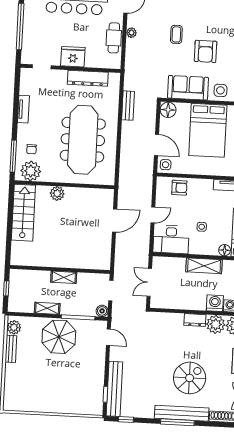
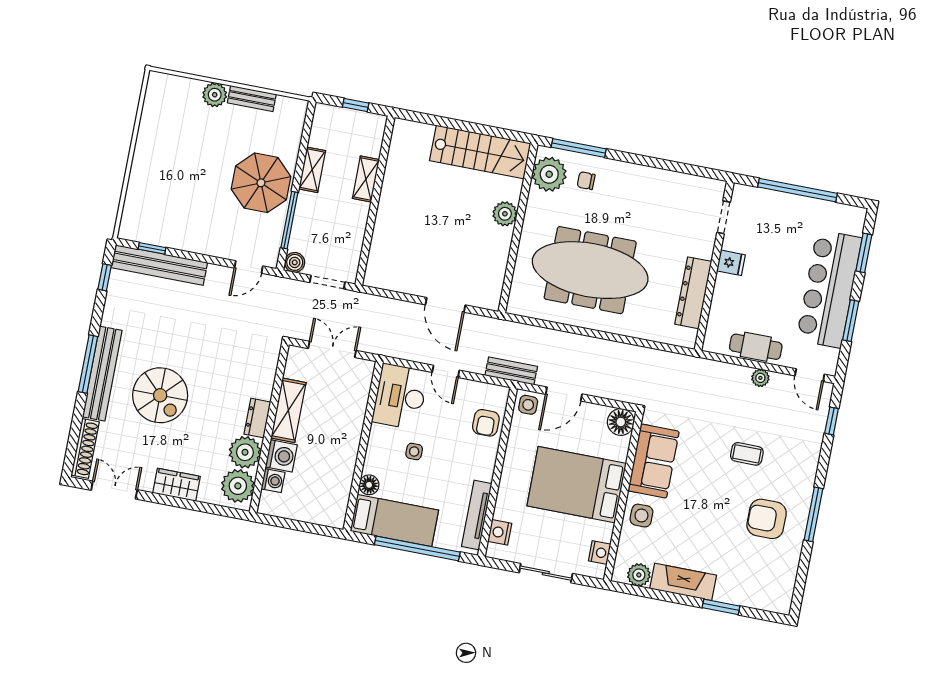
armchair: (205, 51) -> (767, 519), moved
fridge: (73, 57) -> (731, 263), width x0.53, depth x0.75
bench: (128, 106) -> (511, 371), moved
tv unit: (23, 109) -> (656, 176), removed
shelving: (204, 266) -> (288, 410), moved
shelving: (64, 277) -> (366, 179), moved
plant: (14, 327) -> (215, 95), moved

